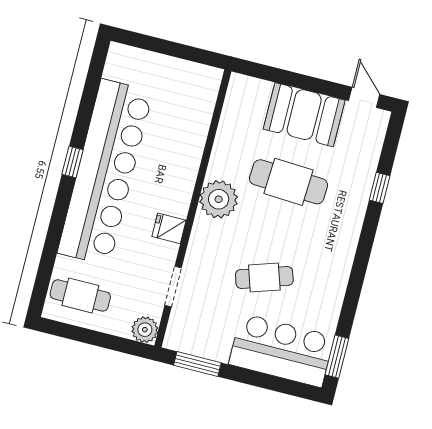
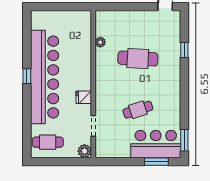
booth: (304, 115) -> (137, 23), removed
plant: (219, 199) -> (100, 42), moved, width x0.53, depth x0.53
window: (197, 364) -> (156, 162), moved

